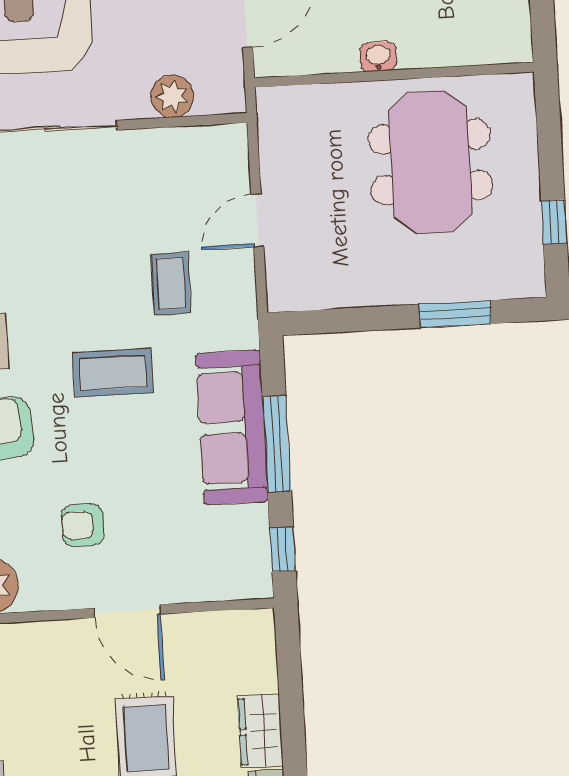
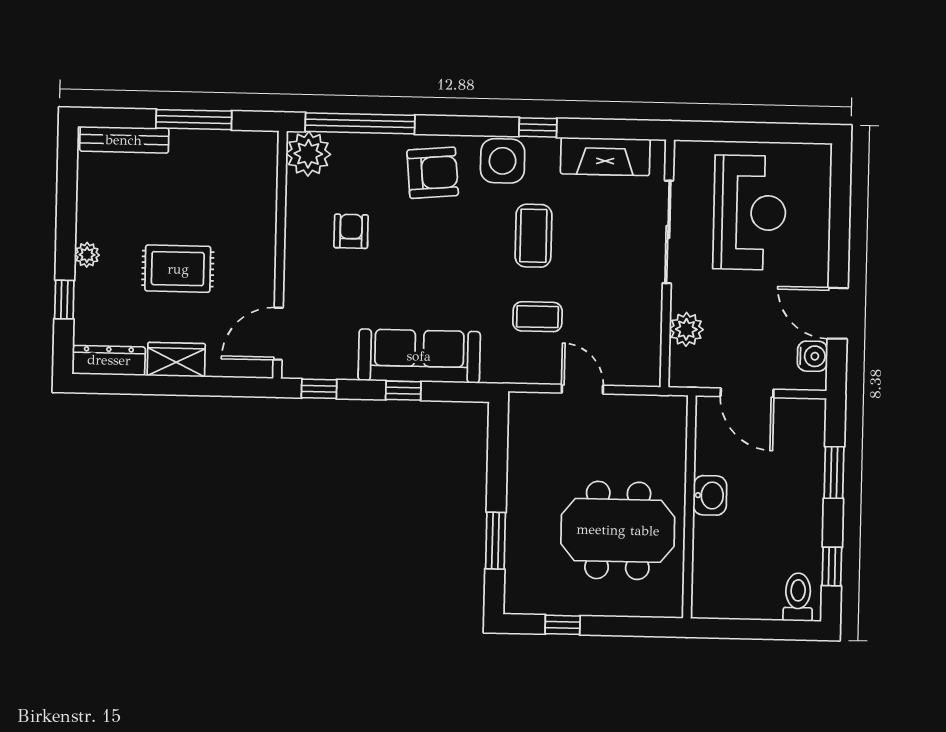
washbasin: (378, 57) -> (710, 495), width x1.38, depth x1.45
coffee table: (113, 373) -> (533, 236), moved
window: (277, 444) -> (403, 391), width x0.46
door: (127, 611) -> (278, 334), moved

